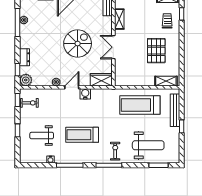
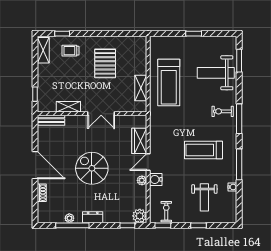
spiral stairs: (78, 44) -> (92, 168), moved
pallet: (156, 51) -> (105, 63), turned 90
dresser: (25, 57) -> (93, 217), moved
wardrobe: (101, 80) -> (139, 141), moved
shelving: (166, 81) -> (141, 88), moved
door: (72, 87) -> (148, 162), hinge flipped
water cooler: (85, 94) -> (156, 179), moved
bench: (175, 110) -> (175, 42), removed
treadmill: (82, 135) -> (203, 150), turned 90
weight bench: (148, 145) -> (216, 73), turned -90

